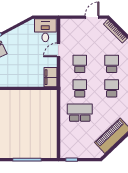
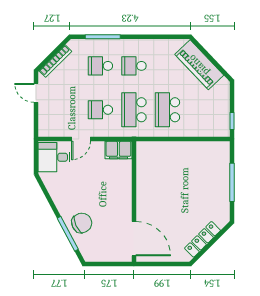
door: (59, 50) -> (81, 139), hinge flipped
school desk: (80, 88) -> (134, 110), width x1.85

